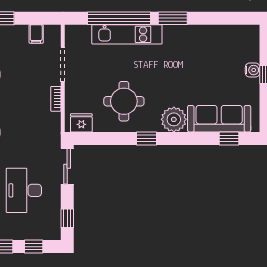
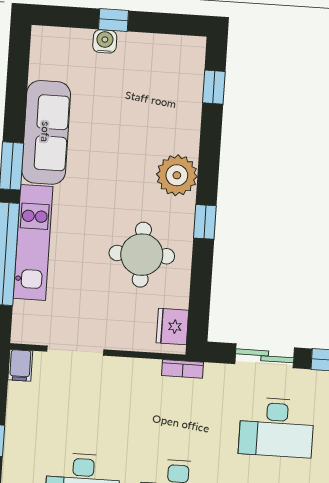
filing cabinet: (36, 34) -> (20, 365), moved, turned 90
bookcase: (56, 99) -> (183, 369), moved
sofa: (219, 119) -> (46, 132), moved, turned 180
sliding door: (67, 166) -> (265, 356), moved

